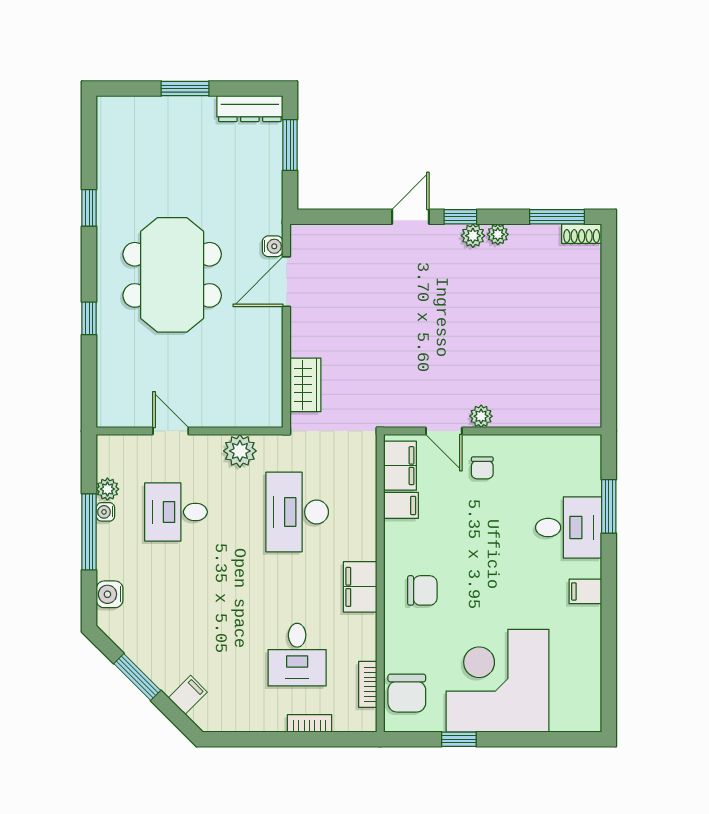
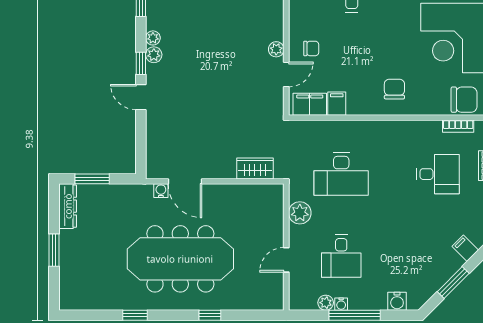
meeting table: (172, 275) -> (180, 259), width x1.36
filing cabinet: (360, 587) -> (392, 131), removed

